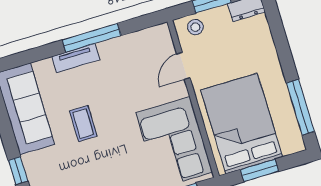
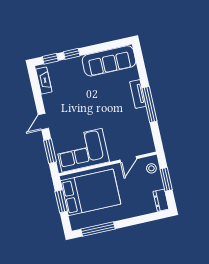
door: (183, 66) -> (128, 159), swing flipped
coffee table: (83, 124) -> (98, 96), removed

